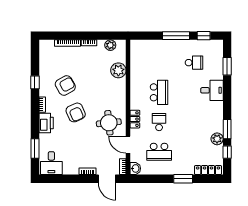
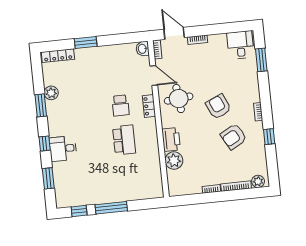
plant: (110, 45) -> (258, 181), moved
school desk: (194, 63) -> (87, 179), removed
school desk: (159, 92) -> (124, 140), turned 180
printer: (46, 123) -> (171, 139), moved, turned 180
school desk: (159, 152) -> (117, 71), removed
window: (227, 152) -> (45, 143), moved

